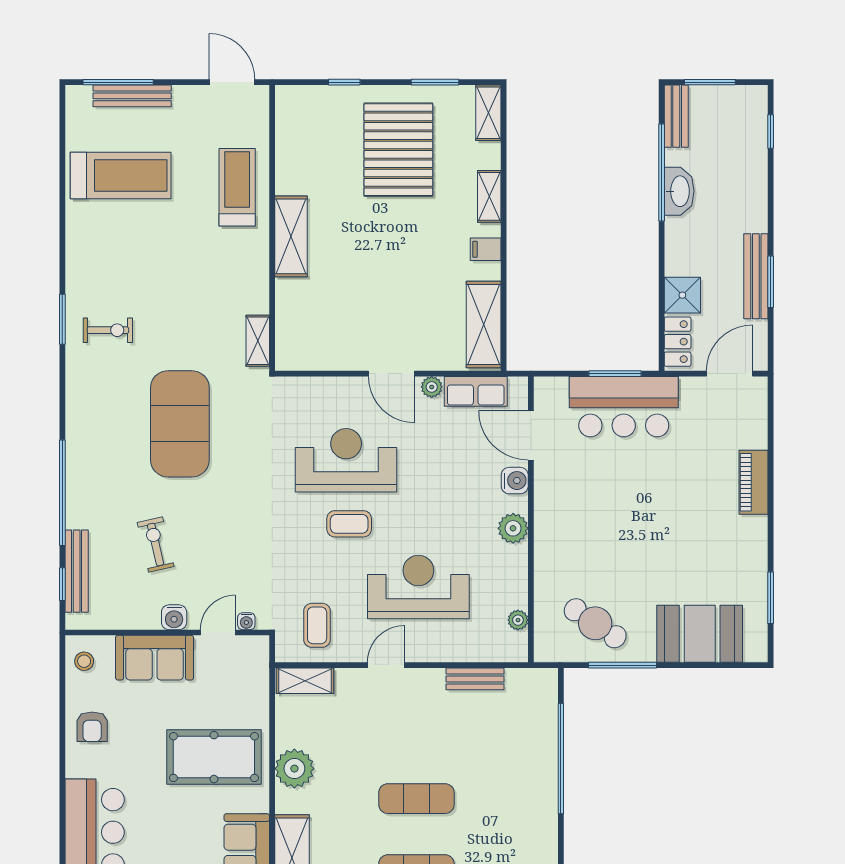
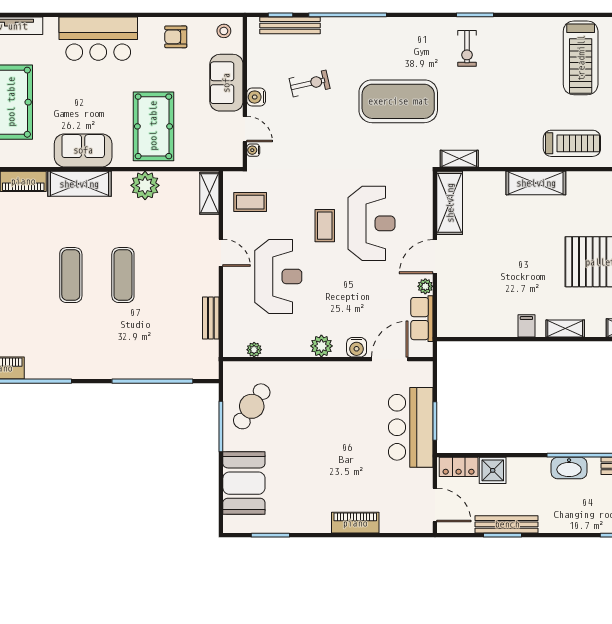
shelving: (484, 325) -> (450, 203), moved, turned 90

